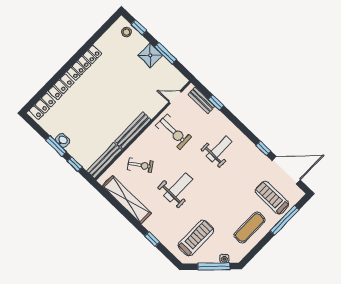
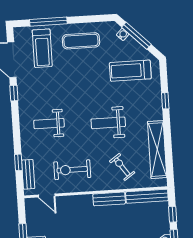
bench: (133, 131) -> (109, 199), width x0.73
exercise bike: (174, 131) -> (72, 170), turned -90

